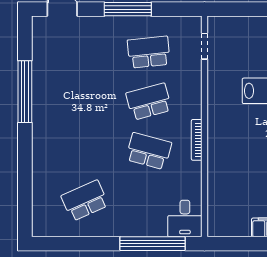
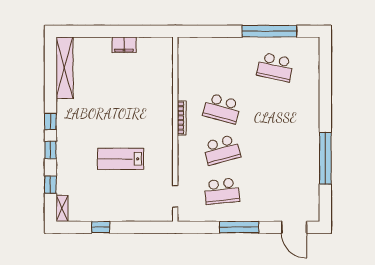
school desk: (85, 201) -> (275, 67), turned 36
desk: (185, 218) -> (192, 52), removed
window: (153, 244) -> (269, 31), moved

